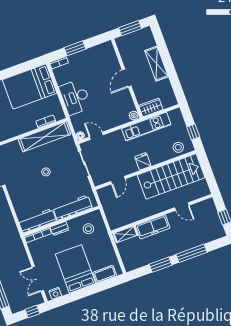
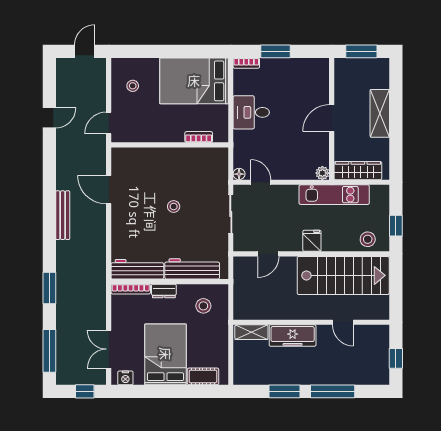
desk: (75, 97) -> (251, 112), width x0.73
wardrobe: (151, 107) -> (358, 171), width x1.50
shelving: (44, 137) -> (189, 157), removed

